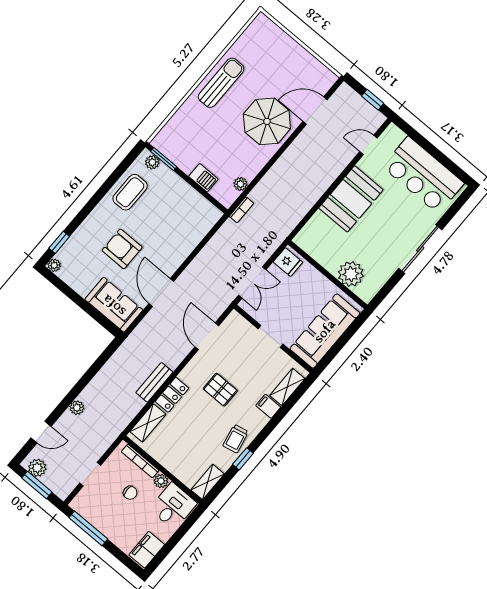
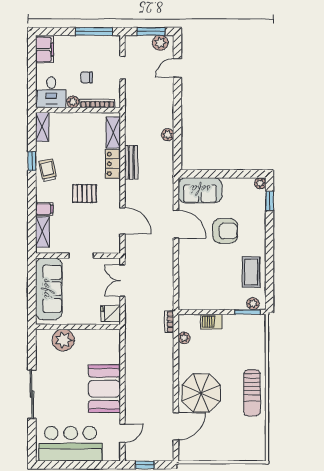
plant: (77, 408) -> (168, 135), moved

